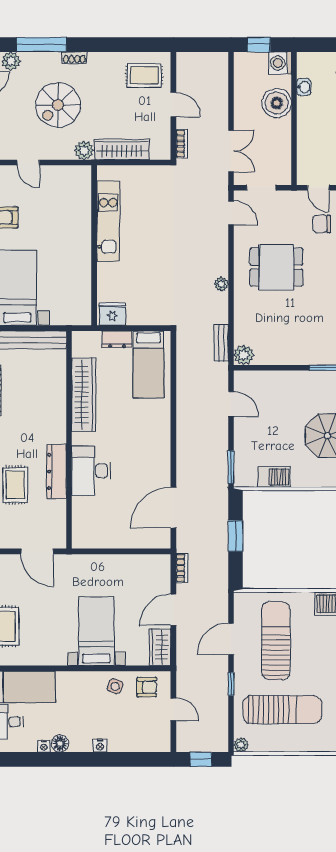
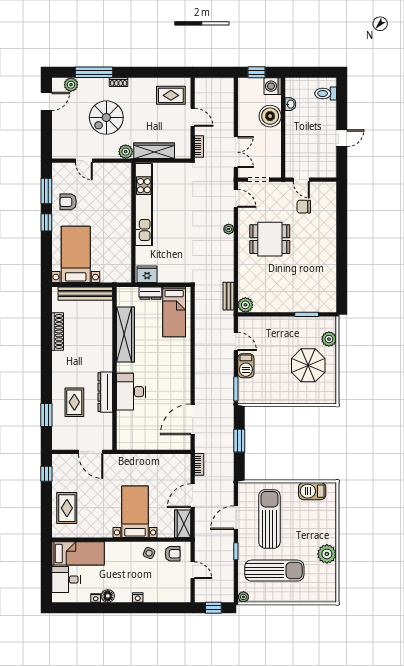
kitchen unit: (108, 221) -> (144, 204), width x1.36
plant: (221, 284) -> (229, 229), moved
barbecue: (274, 477) -> (246, 366), moved, turned 90

